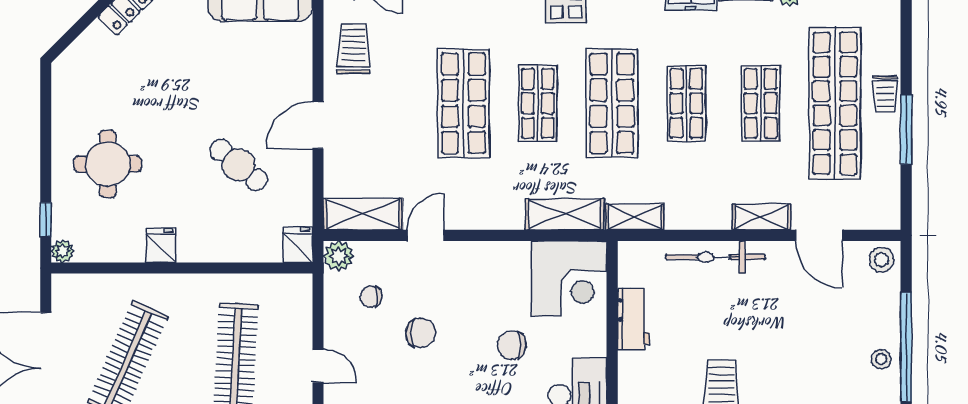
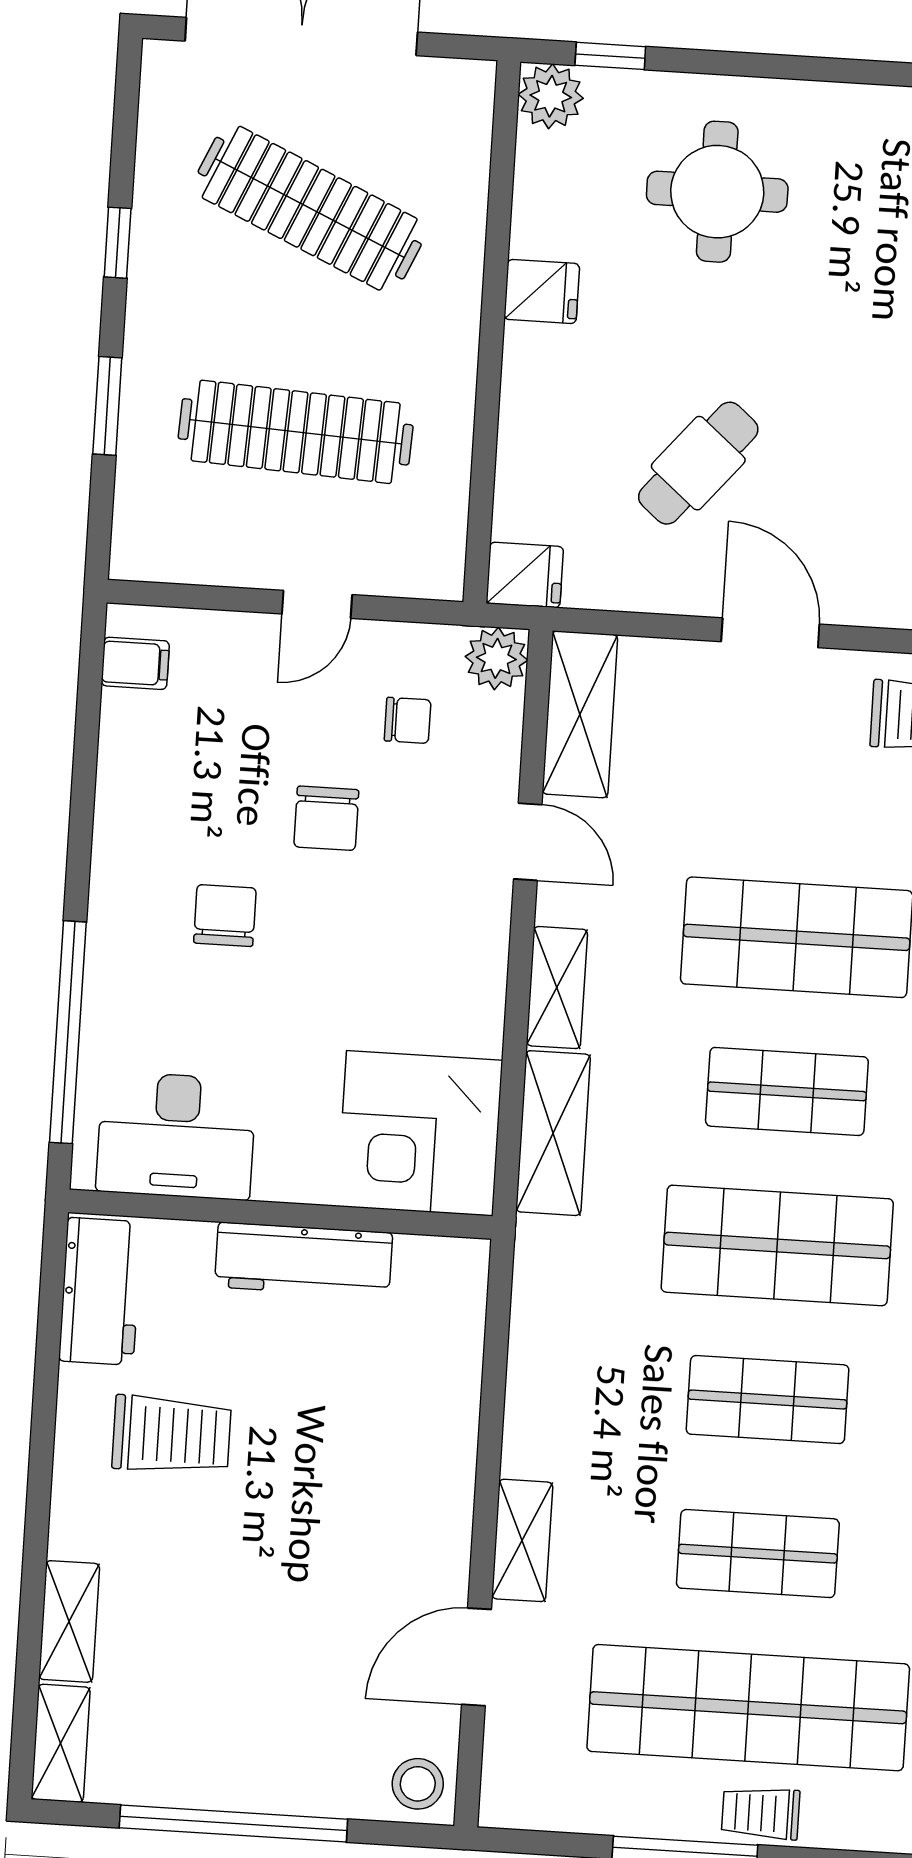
shelving: (635, 217) -> (557, 988), moved
plant: (63, 251) -> (551, 96), width x1.38, depth x1.38
bicycle: (716, 257) -> (445, 1440), removed
chair: (371, 297) -> (408, 720), turned 90
workbench: (633, 319) -> (304, 1260), width x1.38
chair: (512, 345) -> (225, 915), moved
stool: (881, 359) -> (212, 1770), removed
door: (318, 366) -> (317, 604), moved

